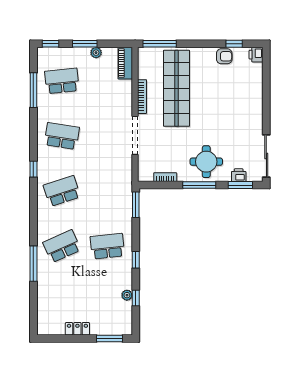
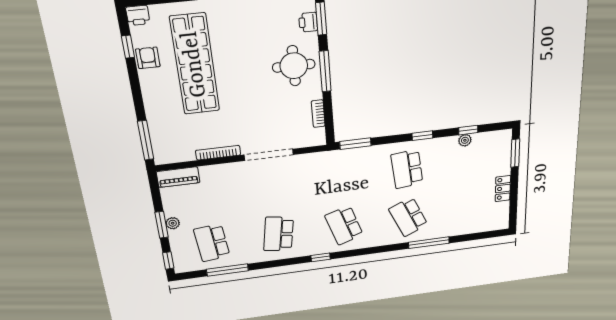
plant: (96, 53) -> (173, 223), moved
shop shelf: (177, 88) -> (195, 64), moved, turned 90

